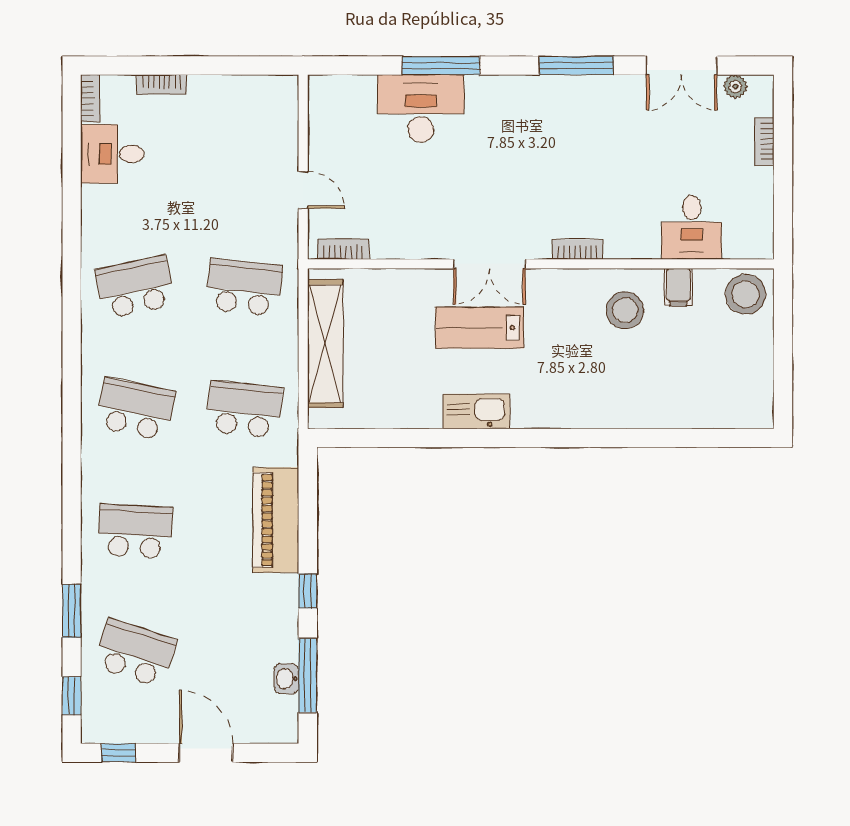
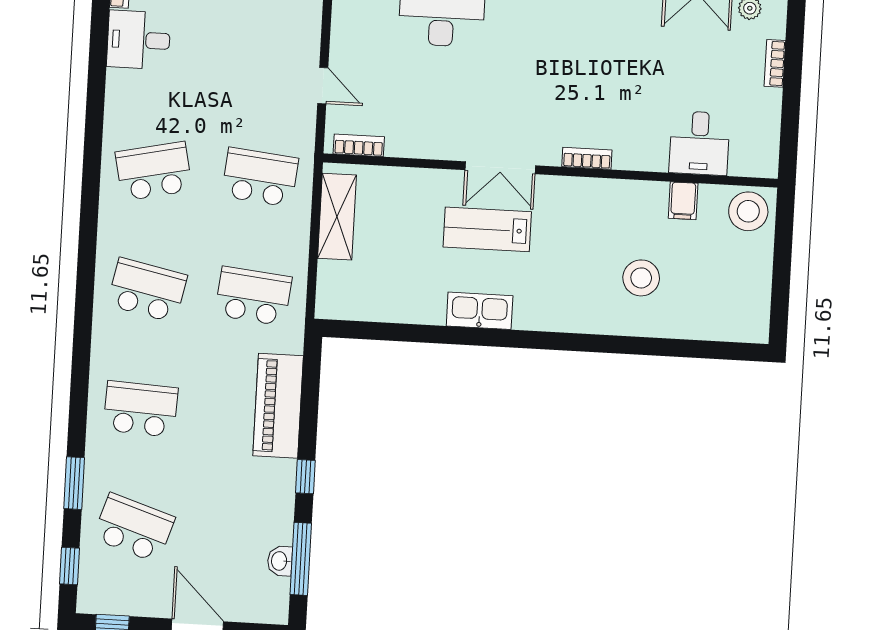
stool: (625, 310) -> (641, 278), moved
shelving: (325, 344) -> (337, 217), width x0.68

